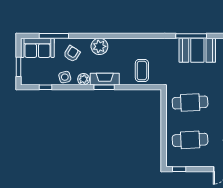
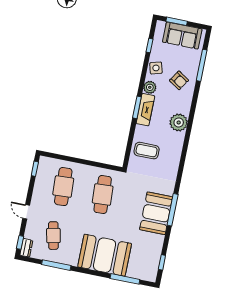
plant: (99, 46) -> (179, 123), moved
sofa: (37, 48) -> (182, 36), moved, turned -90

